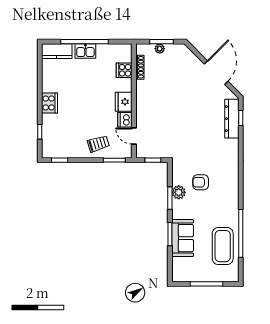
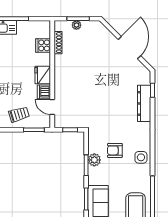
dresser: (232, 119) -> (144, 103), moved
side table: (228, 190) -> (141, 157), added

